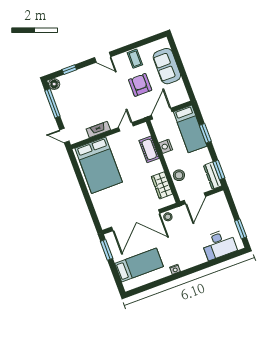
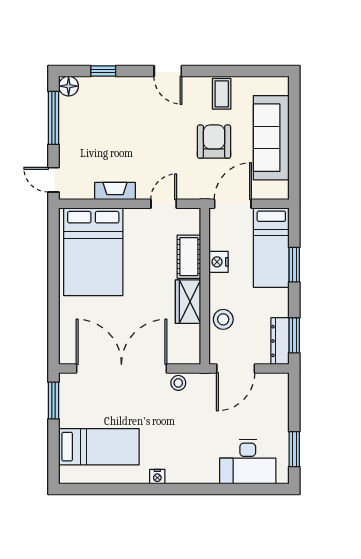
sofa: (167, 66) -> (271, 138), width x1.36
wardrobe: (162, 185) -> (188, 302), moved
double door: (136, 220) -> (121, 369), swing flipped

